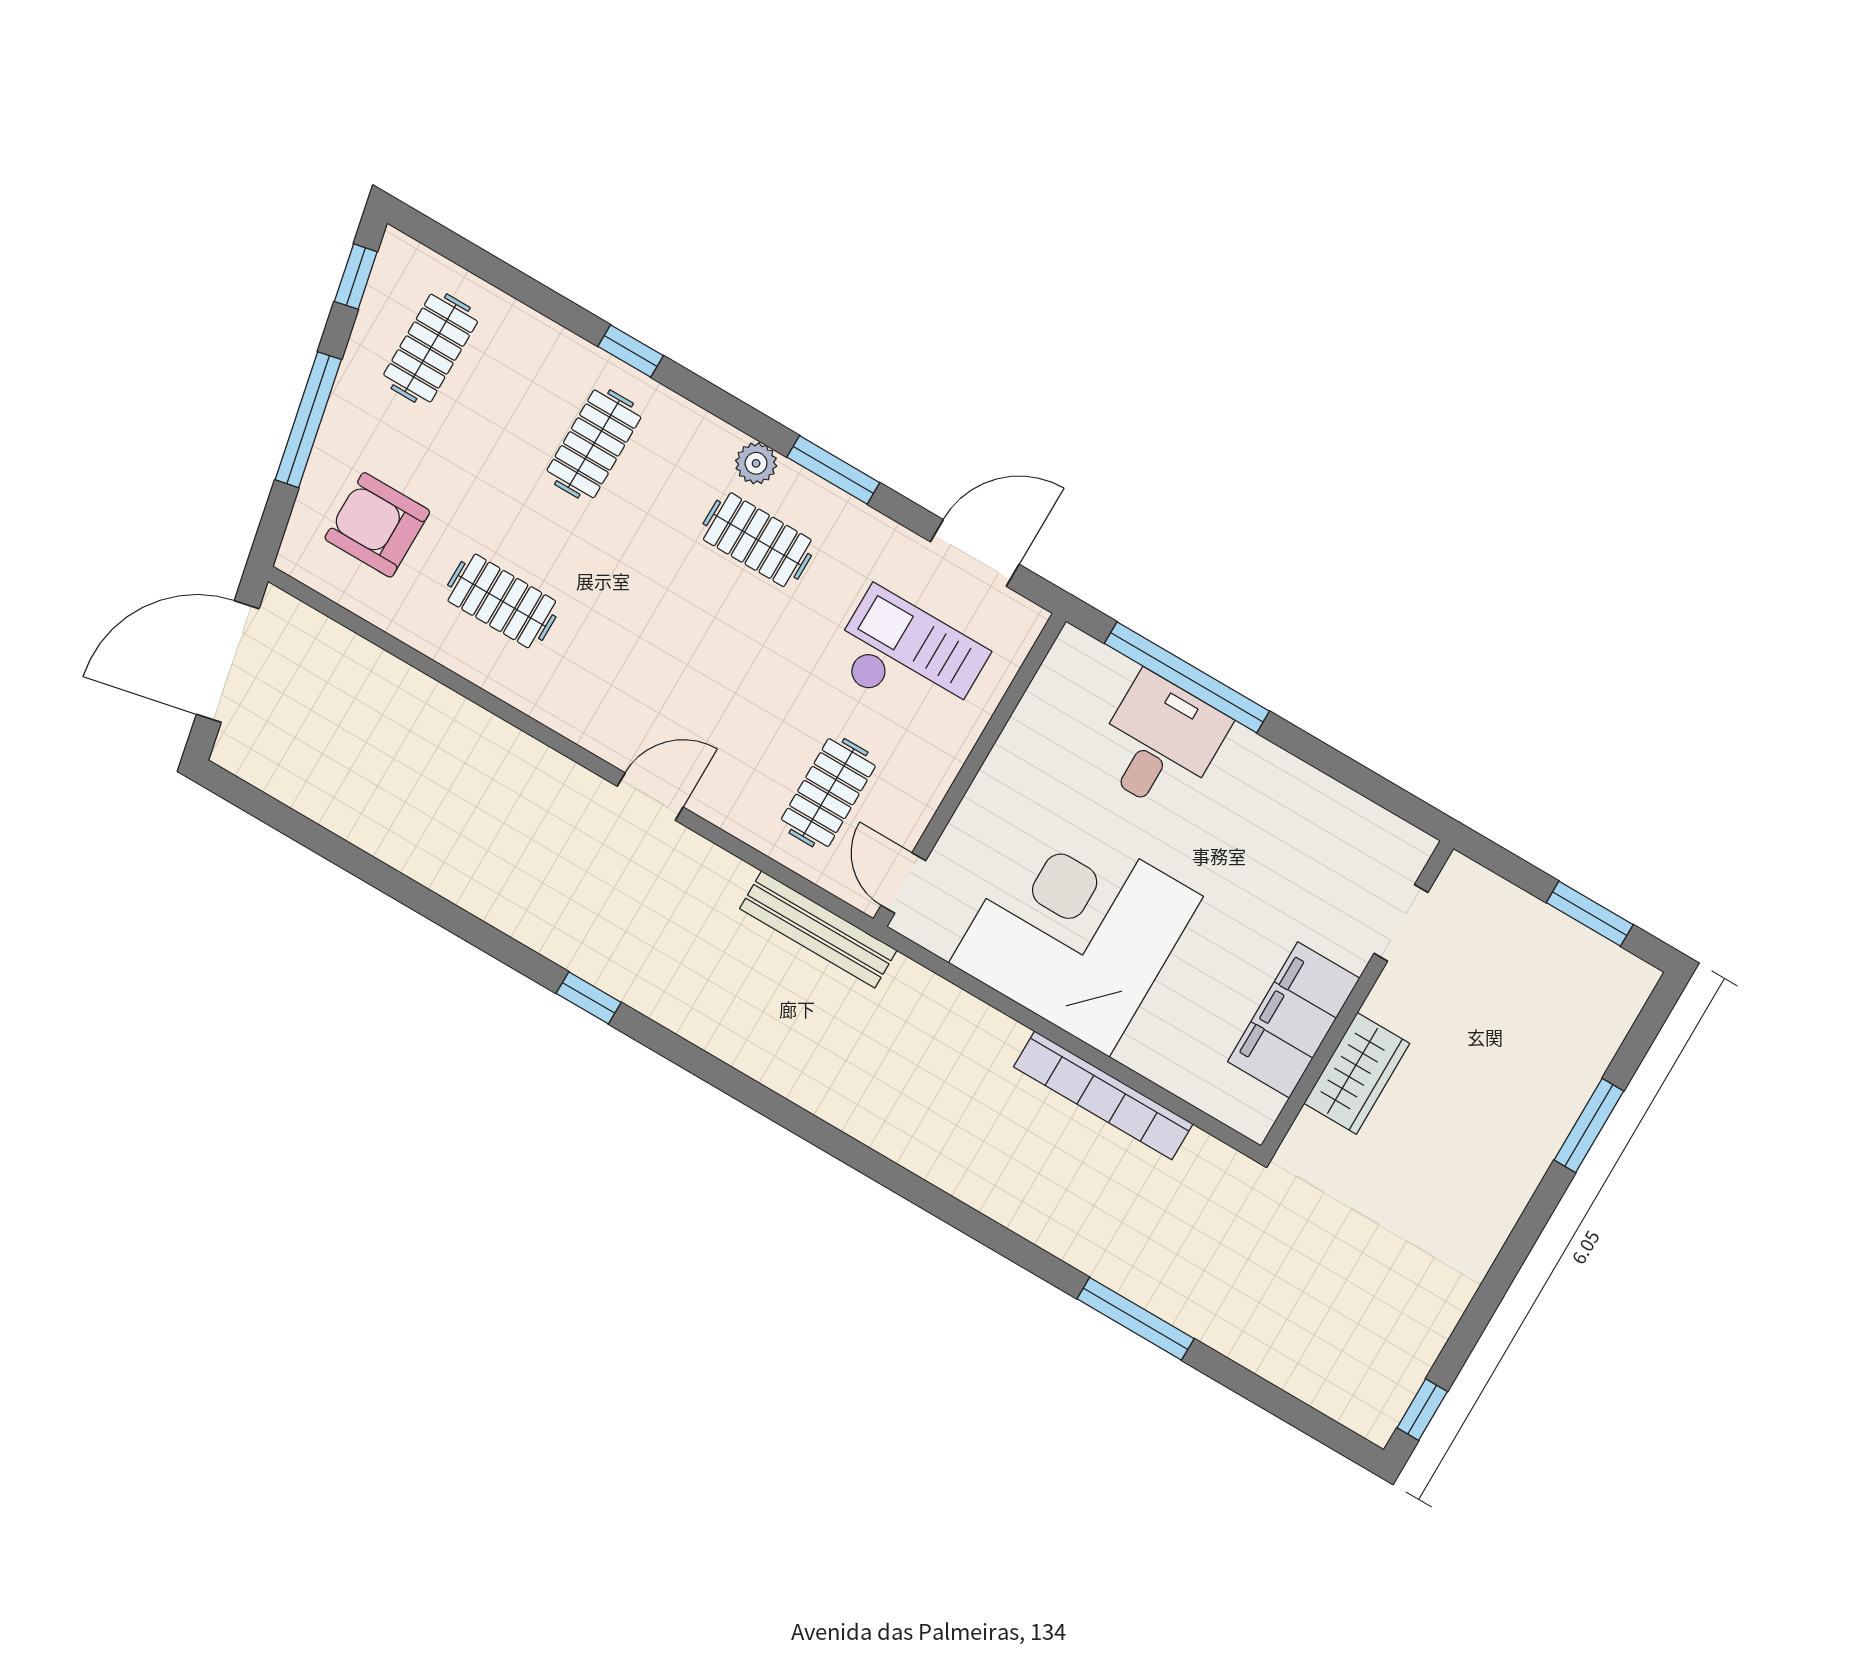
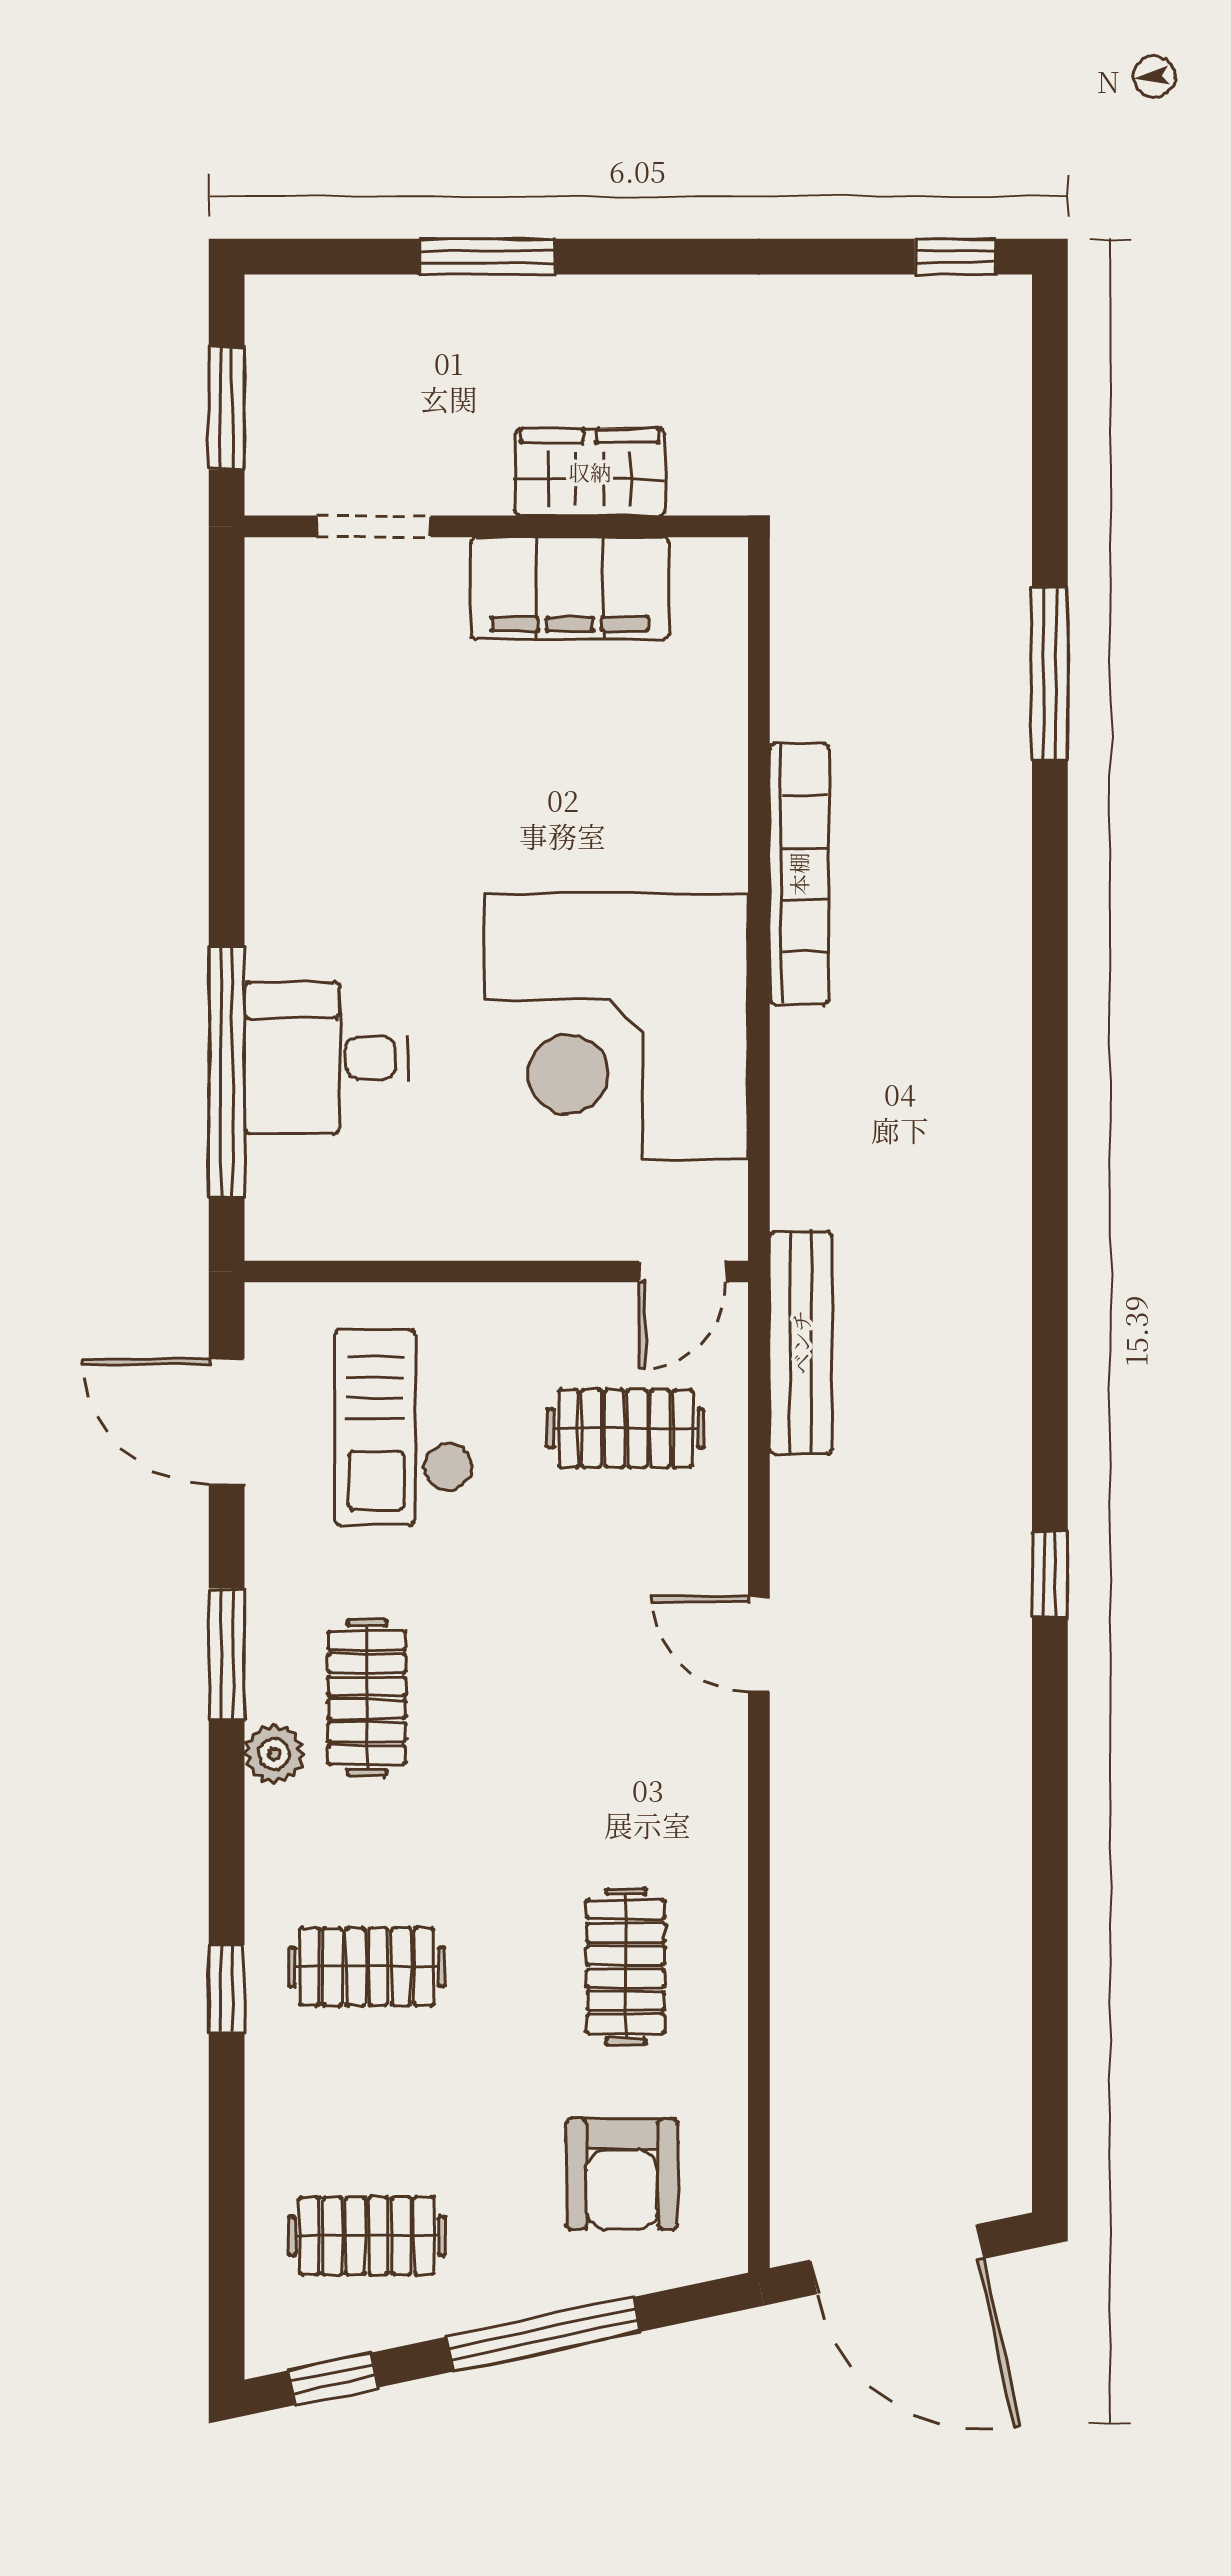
doorway: (1401, 923) -> (374, 526), moved
wall: (1357, 997) -> (496, 526), moved
filing cabinet: (1294, 1020) -> (570, 588), moved
wardrobe: (1357, 1073) -> (590, 472), moved

